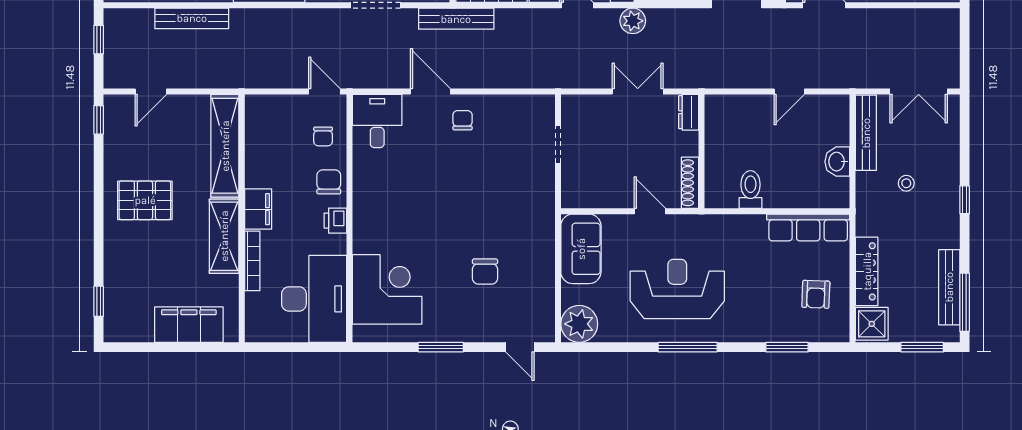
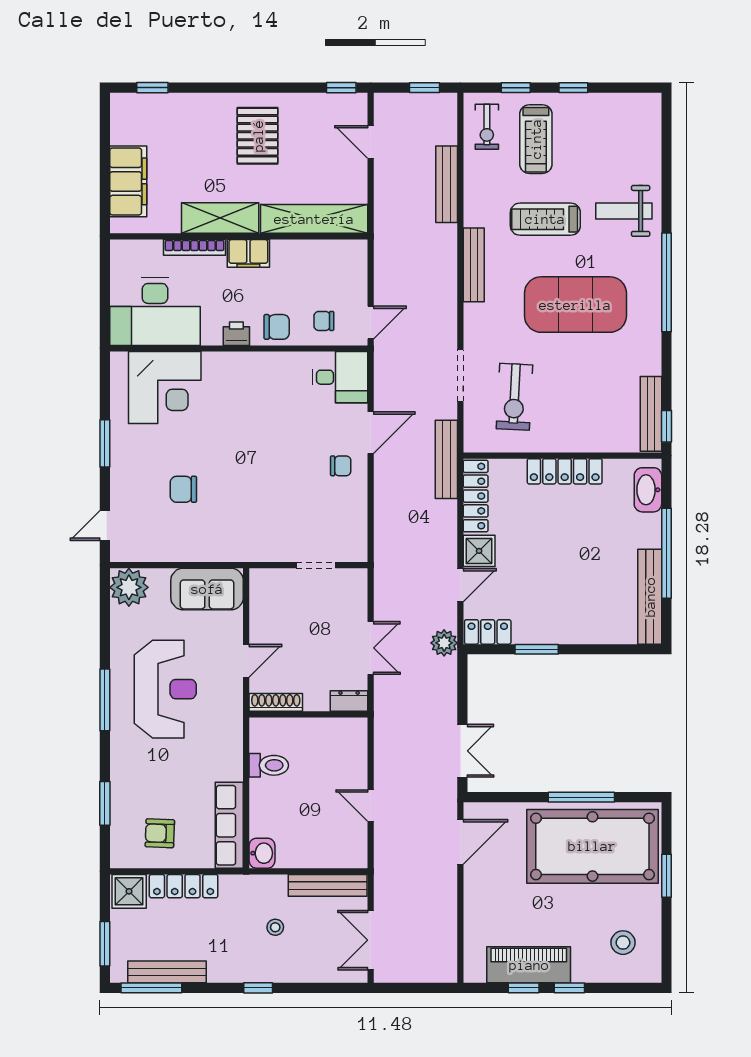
washbasin: (837, 162) -> (262, 853), moved, turned 90

